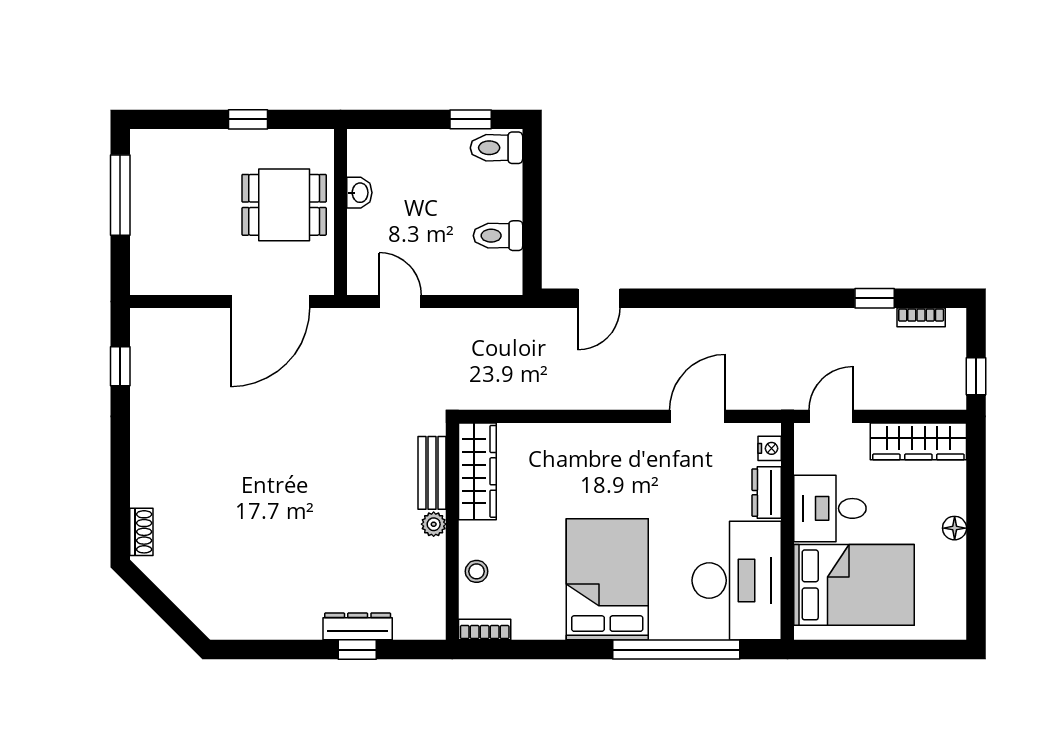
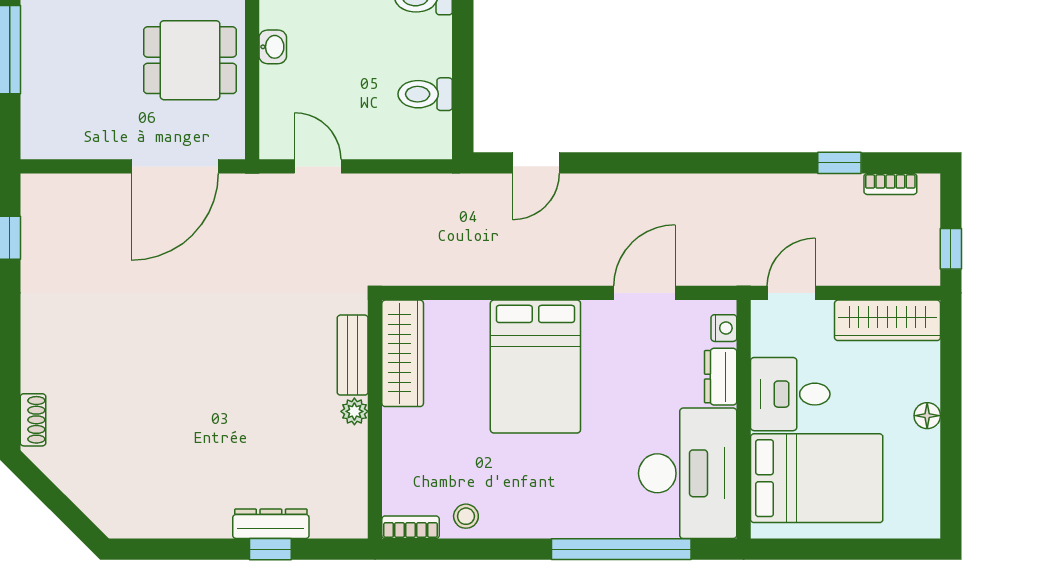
stool: (477, 571) -> (466, 516), moved
bed: (607, 579) -> (535, 367), moved, turned 180

